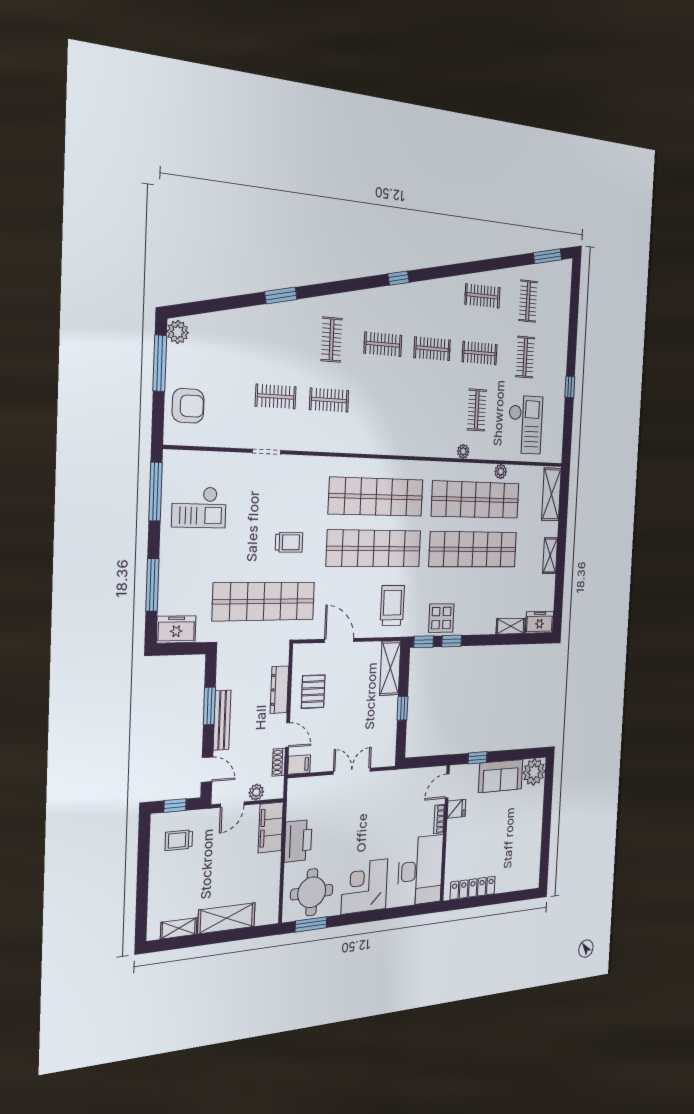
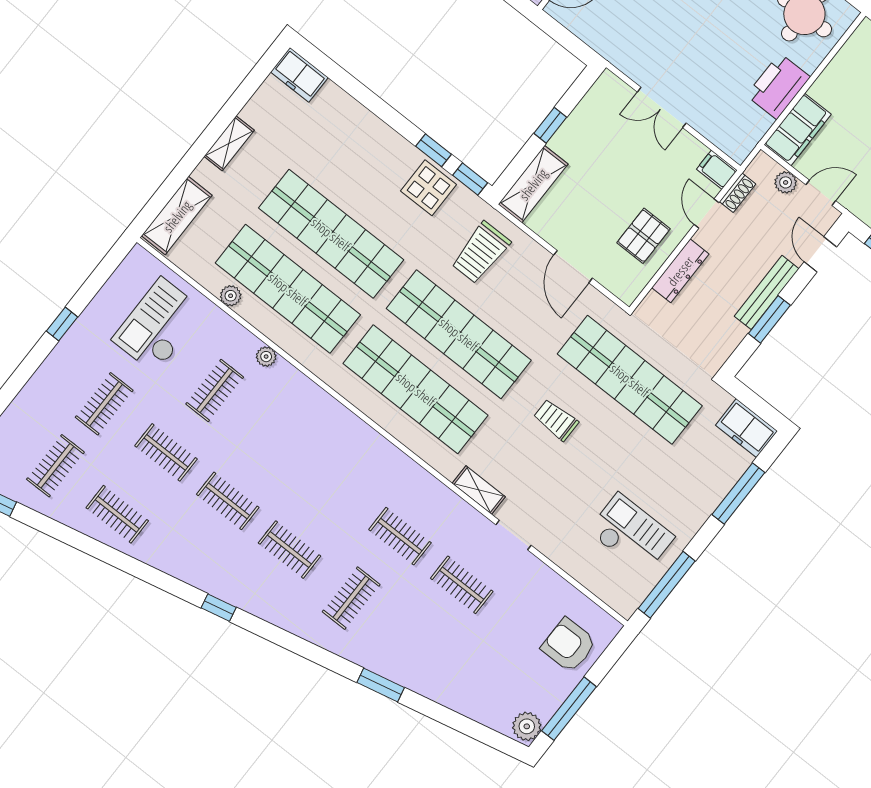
shelving: (511, 626) -> (479, 490), moved

